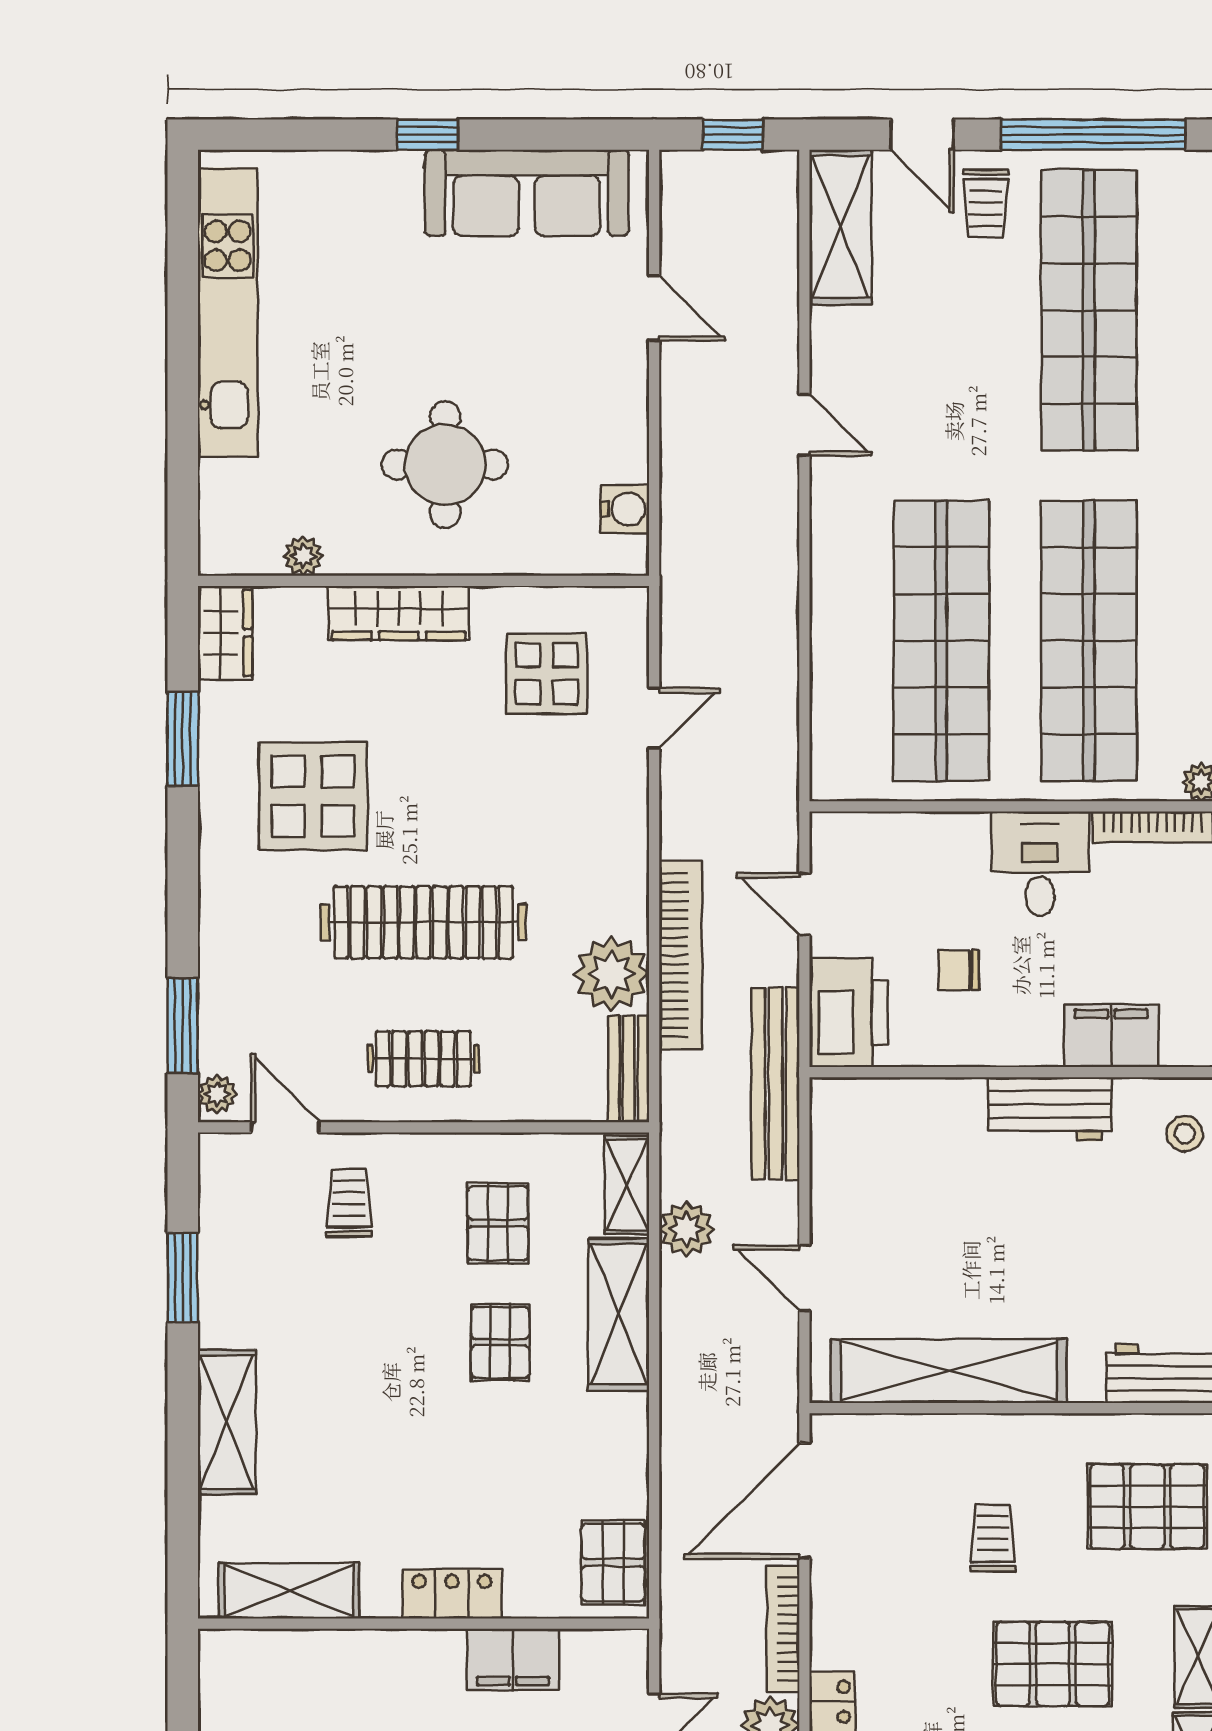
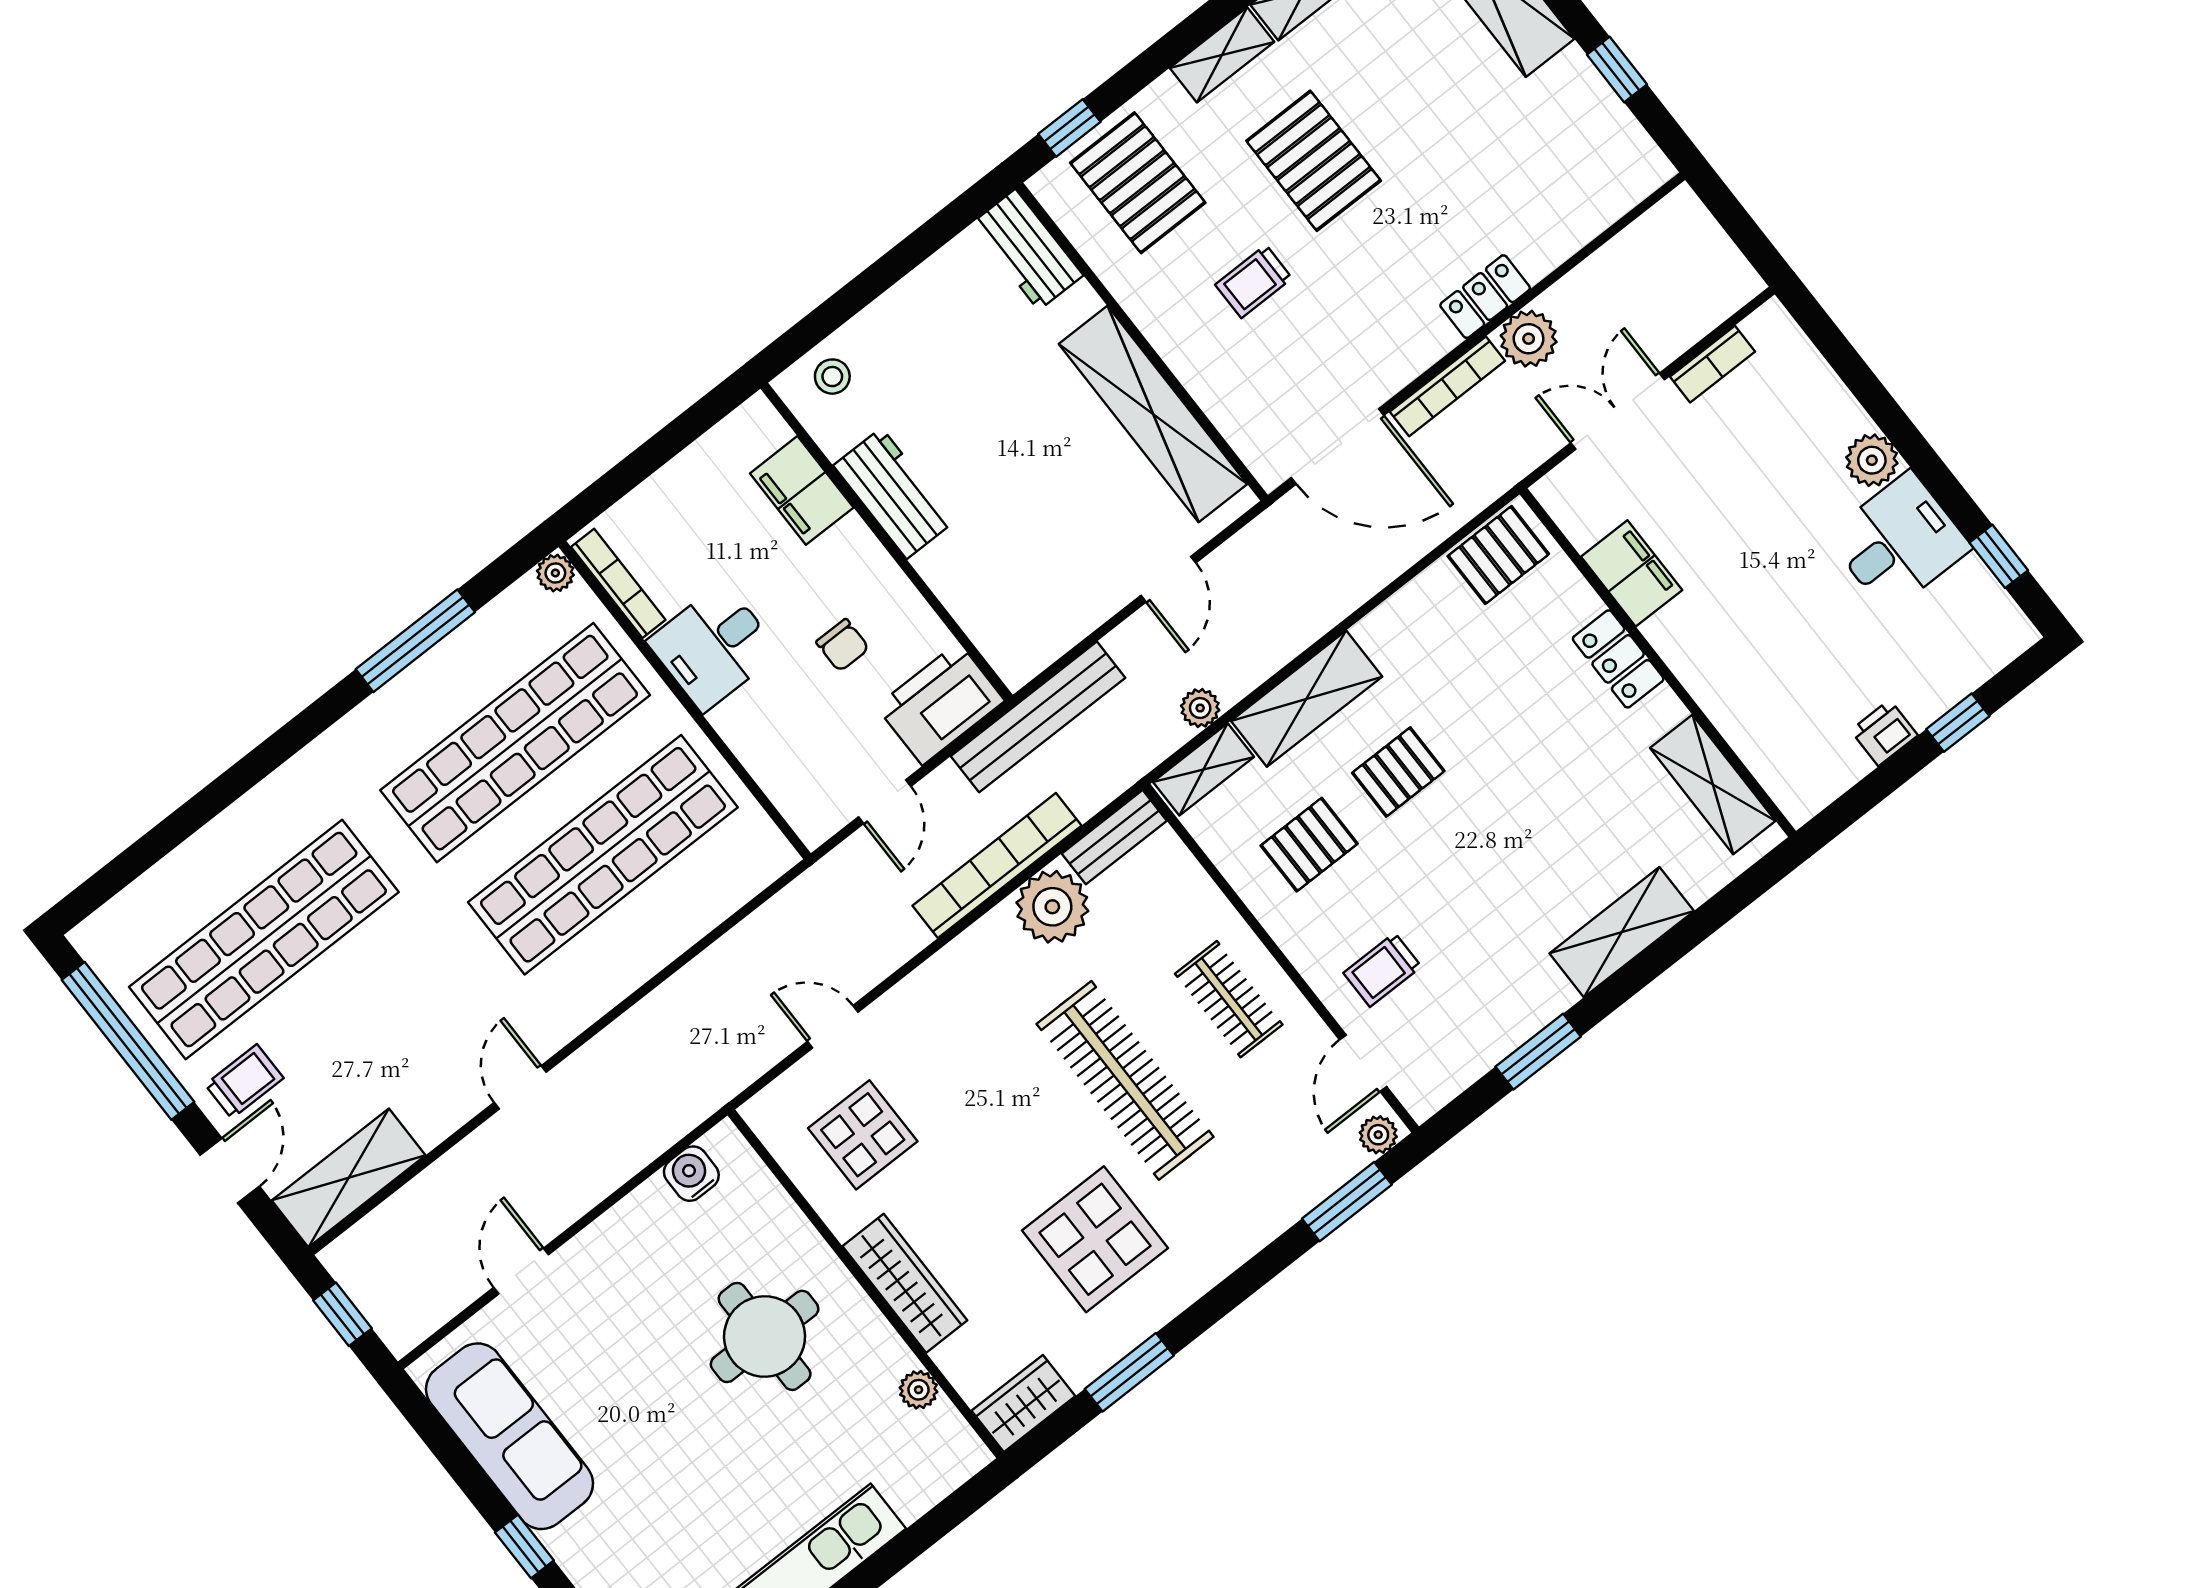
plant: (687, 1229) -> (1200, 708), width x0.73, depth x0.73

